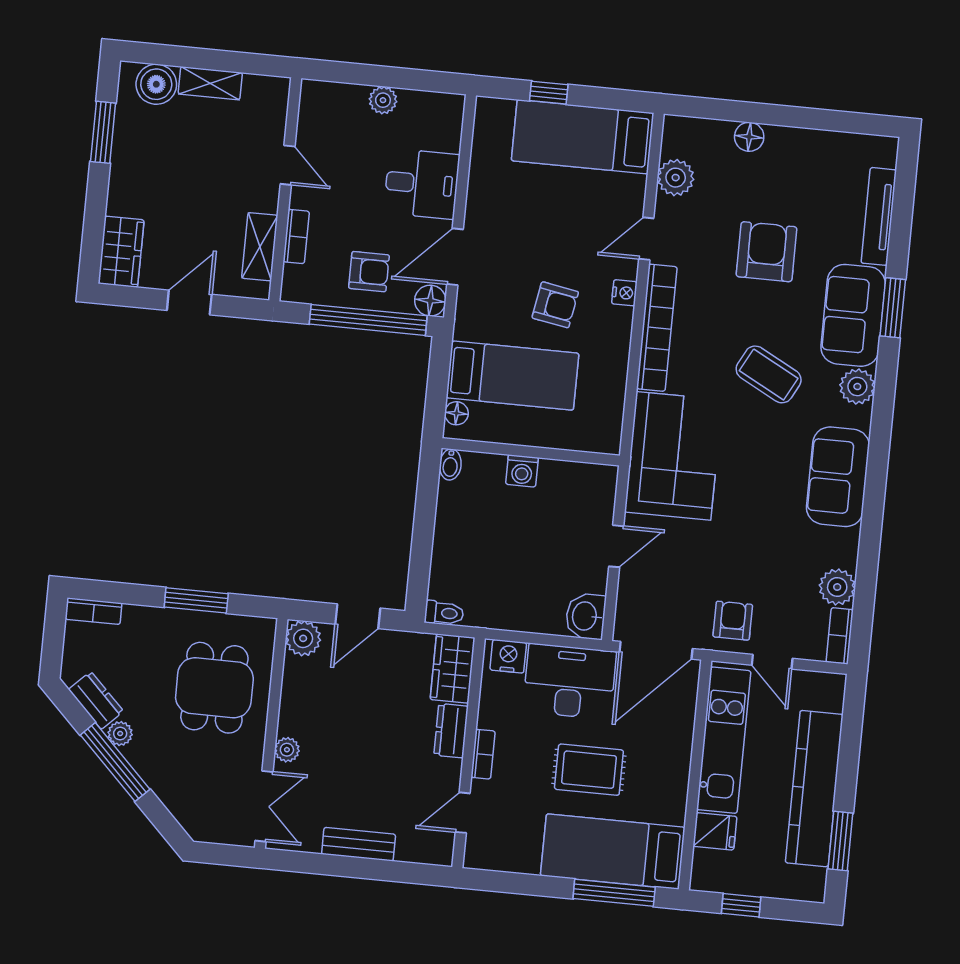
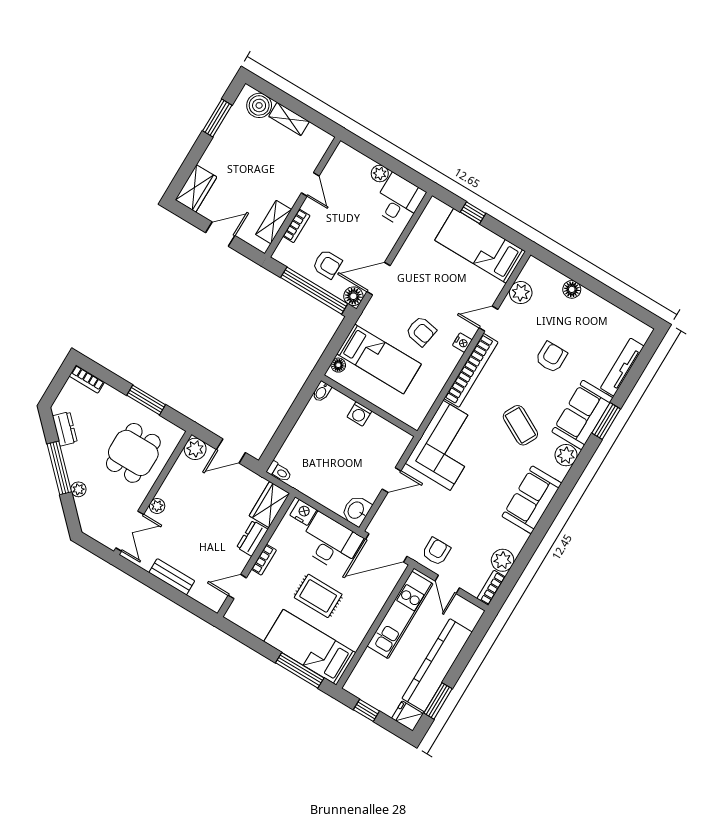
desk: (422, 184) -> (399, 200), moved, turned -90
armchair: (766, 252) -> (551, 357), width x0.72, depth x0.72
plant: (120, 734) -> (78, 489), moved
fridge: (715, 831) -> (407, 716), moved, turned 180

